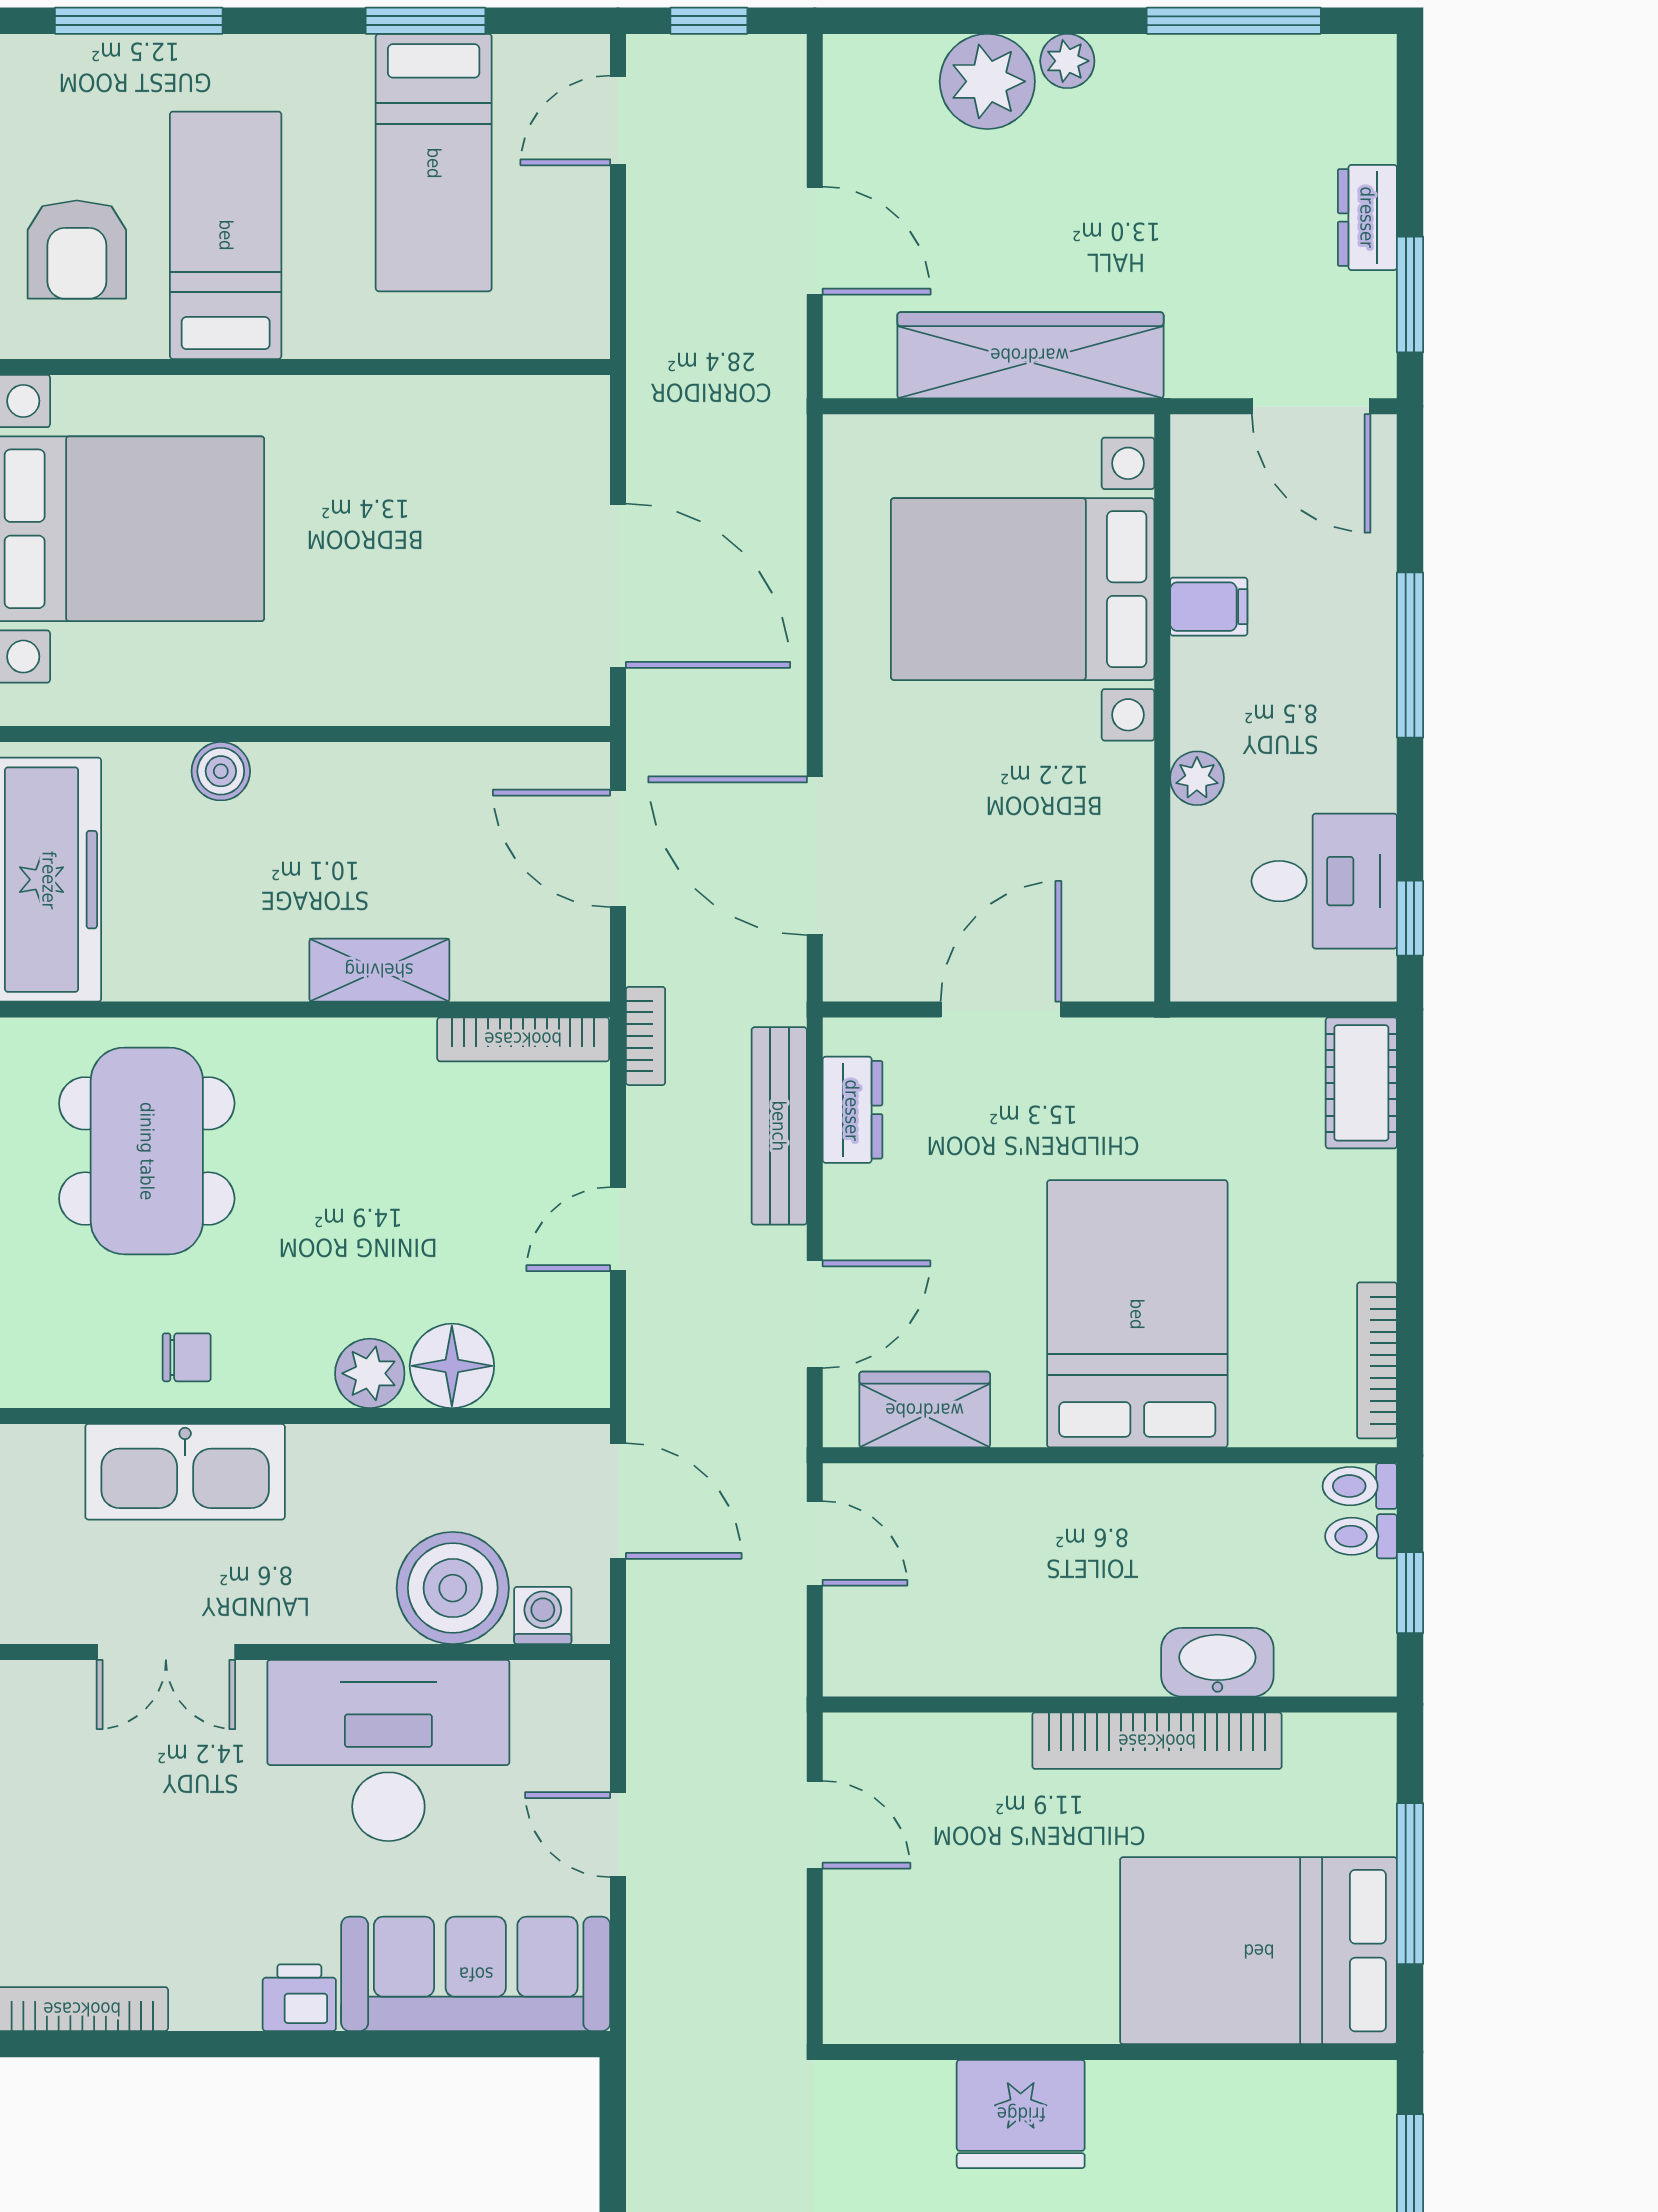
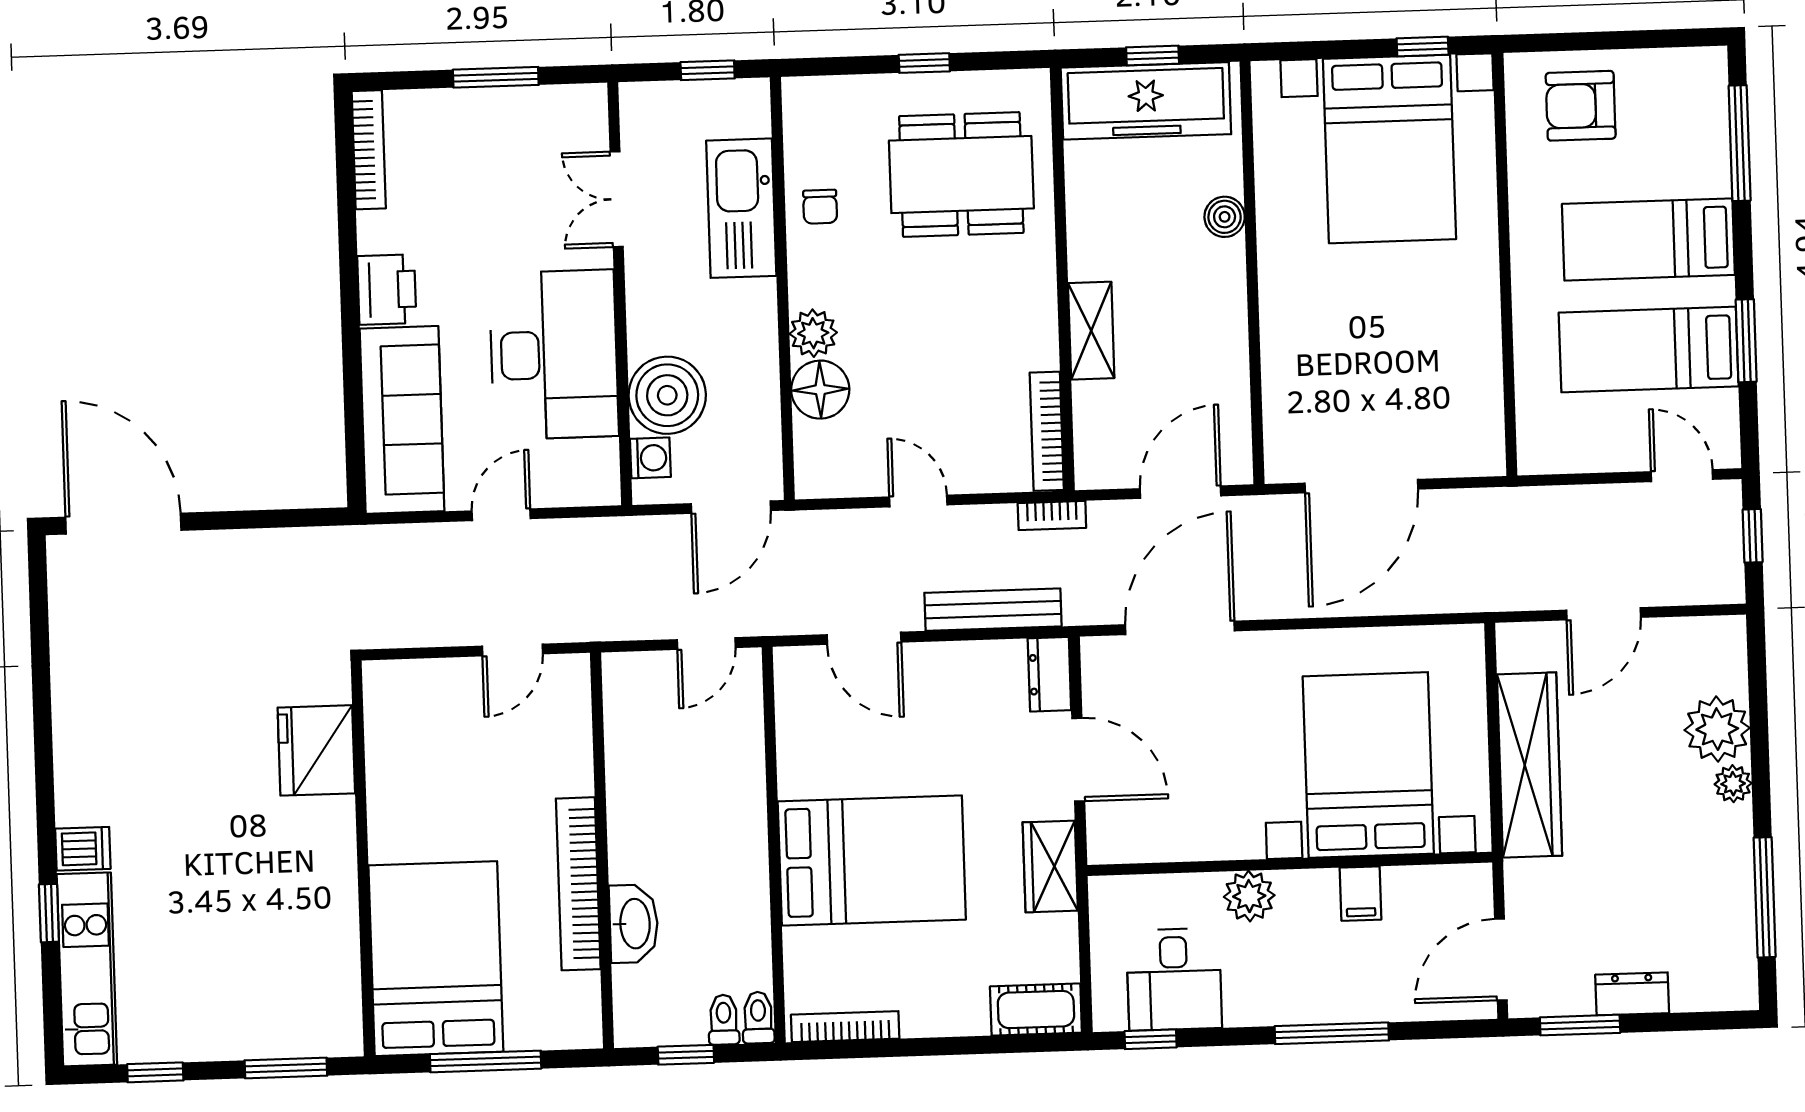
bed: (226, 235) -> (1648, 239), moved, turned 180
plant: (1197, 778) -> (1249, 896), width x1.38, depth x1.38
dresser: (852, 1110) -> (1049, 674), moved, turned 90
wardrobe: (925, 1410) -> (1050, 866), moved, turned 180
printer: (299, 1998) -> (387, 290), width x1.36, depth x1.24
fridge: (1021, 2114) -> (316, 750), moved

